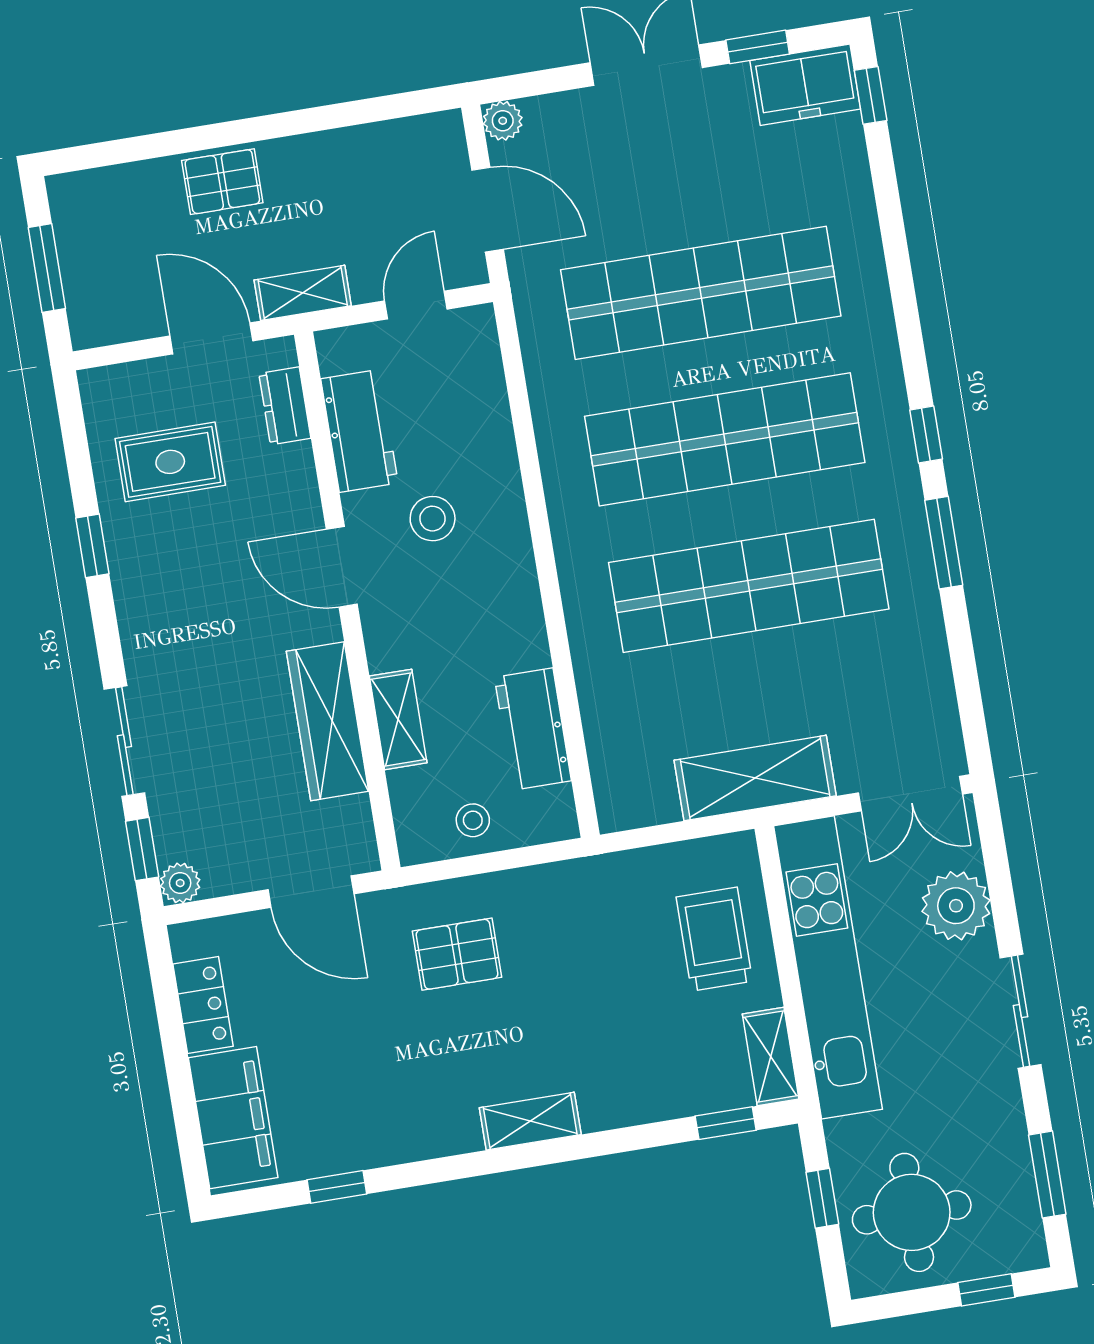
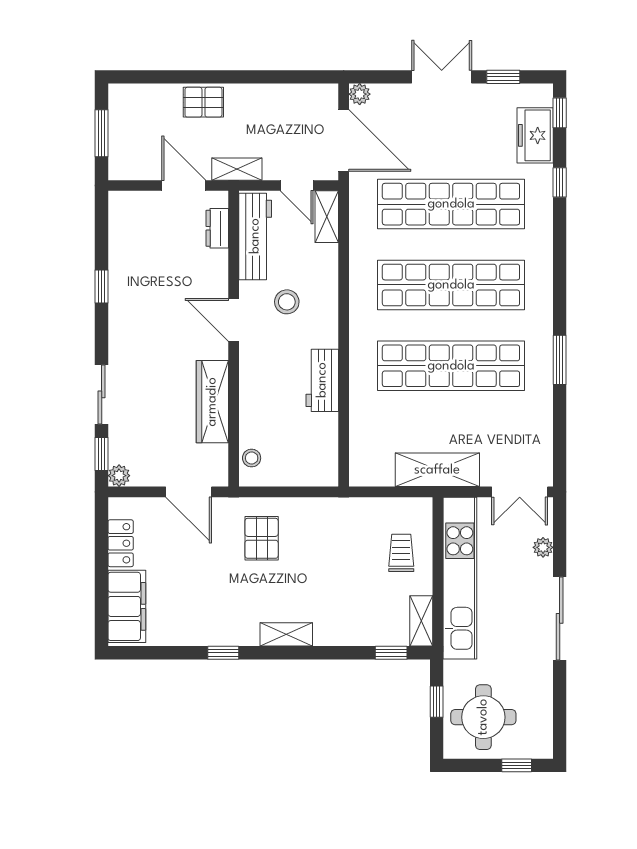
freezer: (805, 85) -> (535, 135), moved, turned 90
door: (488, 210) -> (344, 141), width x1.36
door: (416, 305) -> (297, 186), swing flipped
workbench: (359, 431) -> (255, 236), width x1.38
window: (926, 435) -> (560, 182), moved
rug: (170, 462) -> (151, 248), removed
shelving: (398, 719) -> (327, 217), moved
workbench: (533, 729) -> (322, 380), moved
stool: (473, 820) -> (252, 458), moved
plant: (956, 906) -> (543, 547), width x0.53, depth x0.53
trolley: (714, 939) -> (401, 553), width x0.73, depth x0.72
pallet: (457, 954) -> (262, 538), turned 90
sliding door: (1021, 1011) -> (560, 618), width x1.37
window: (1047, 1175) -> (560, 709), removed
window: (337, 1187) -> (223, 653), moved

